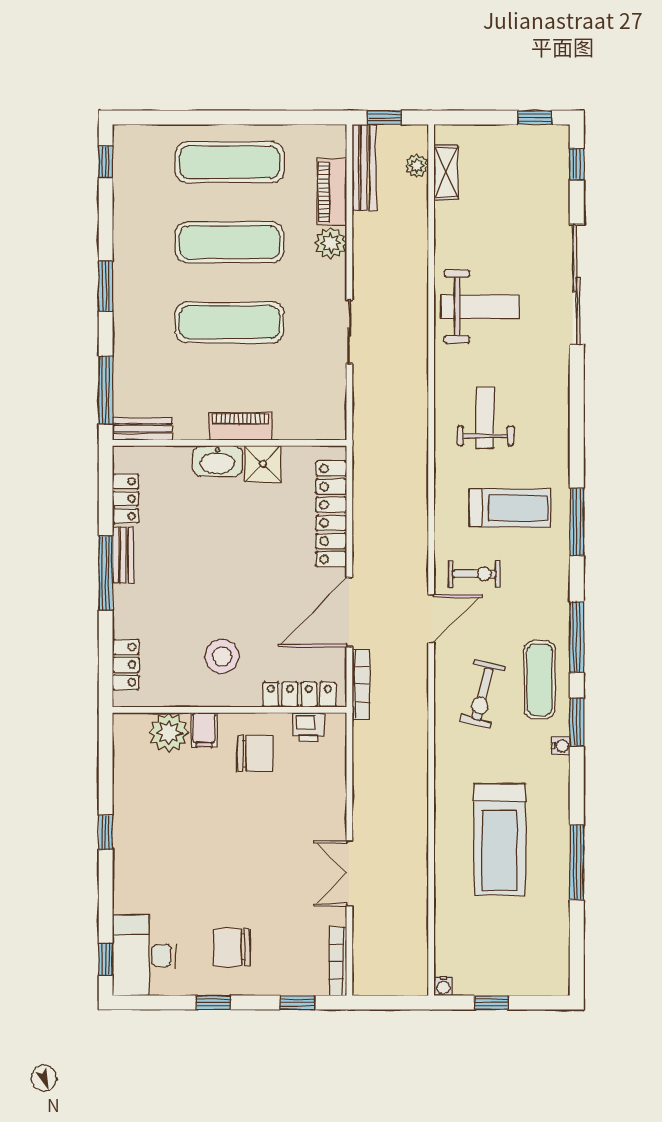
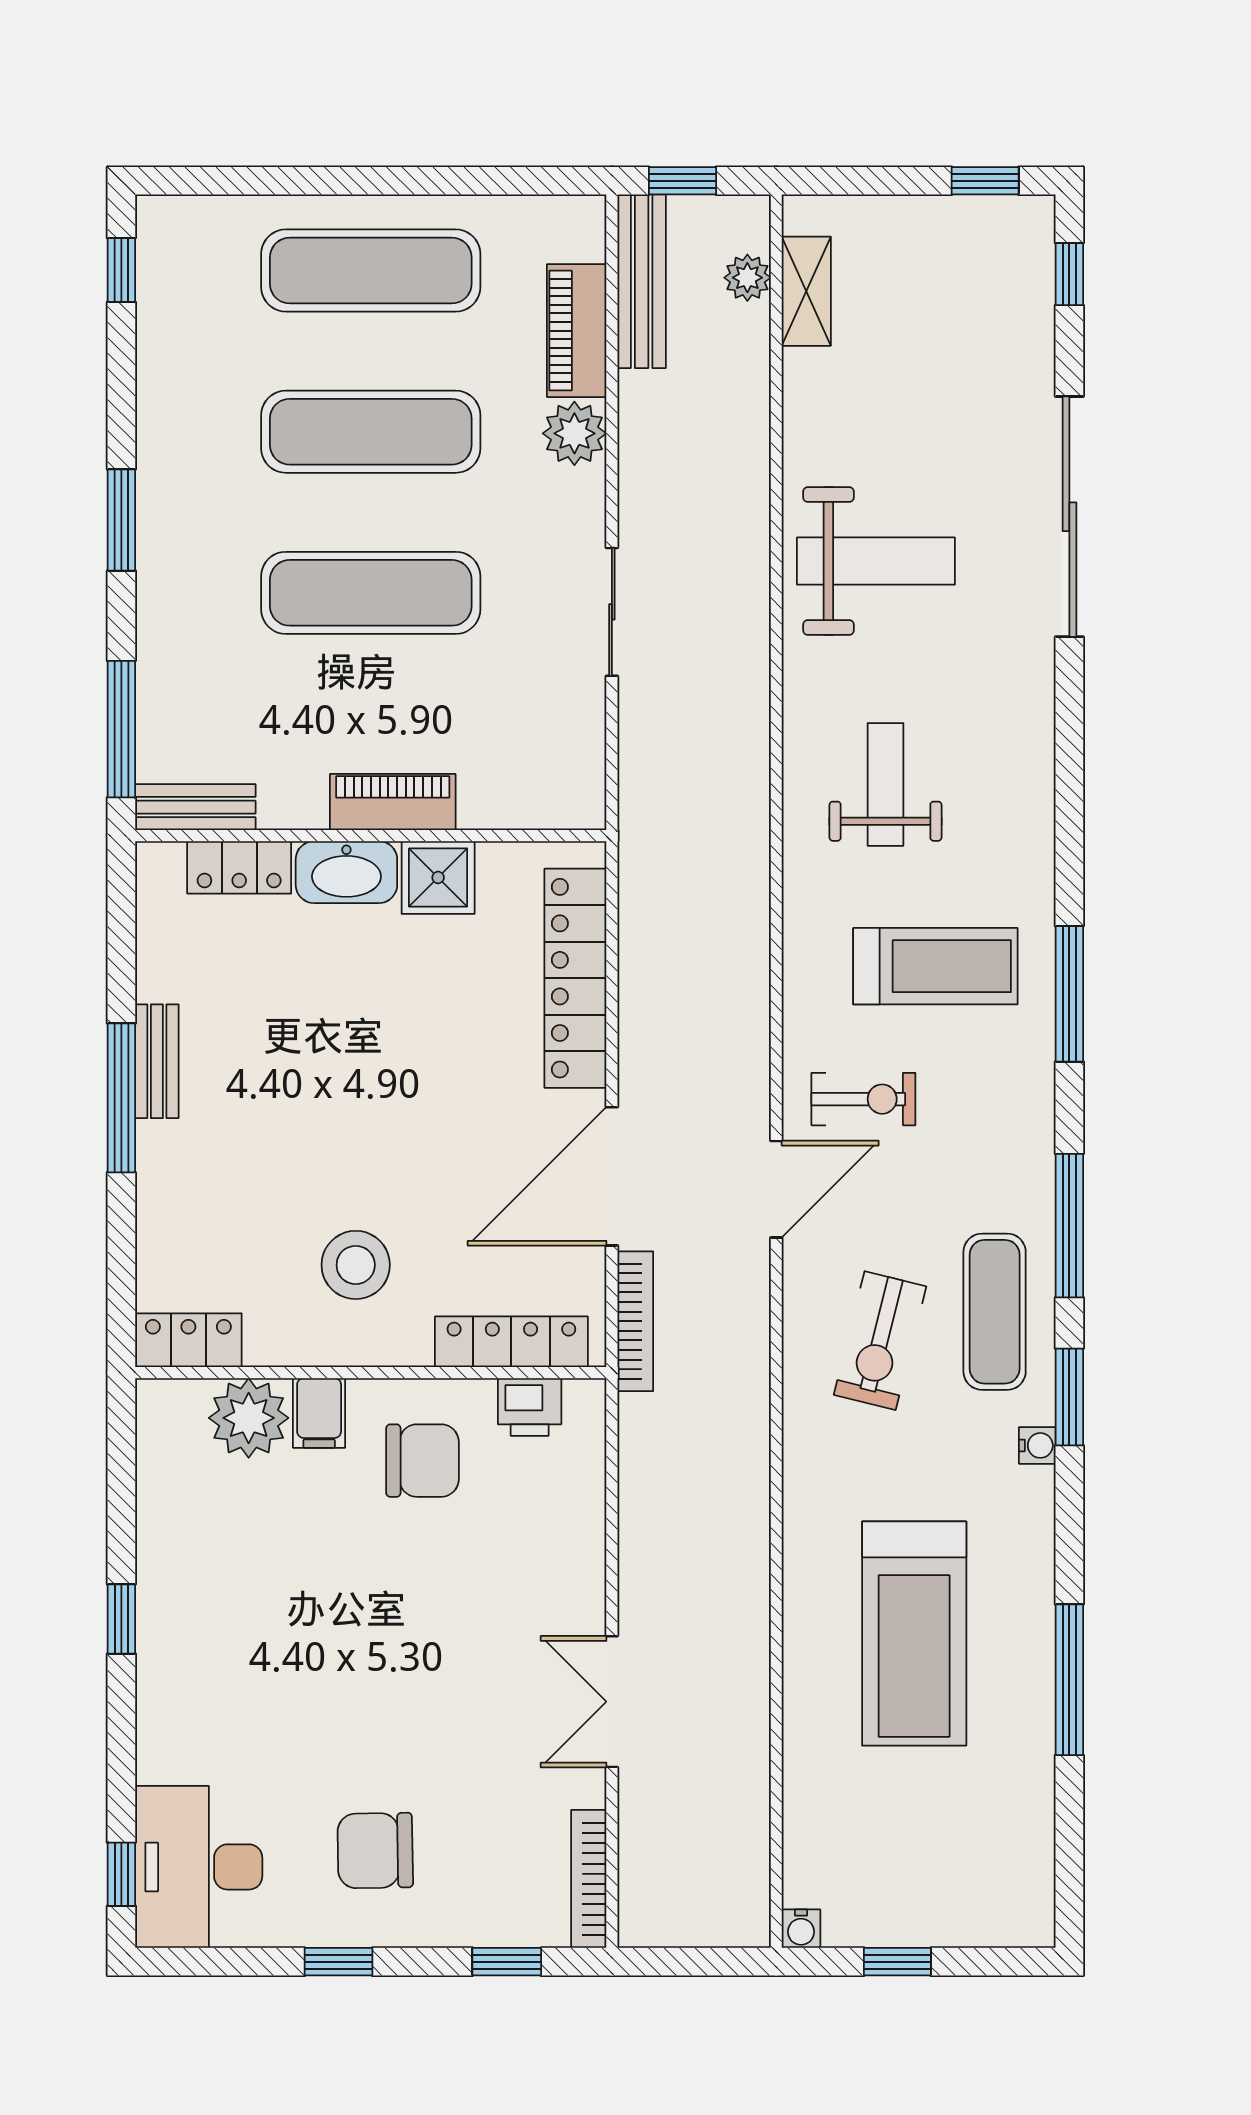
locker: (126, 499) -> (239, 867), moved, turned 90
locker: (126, 665) -> (188, 1340), moved, turned -90

